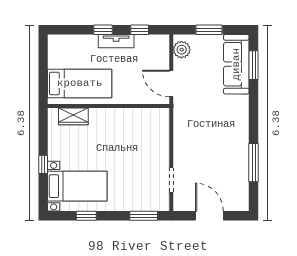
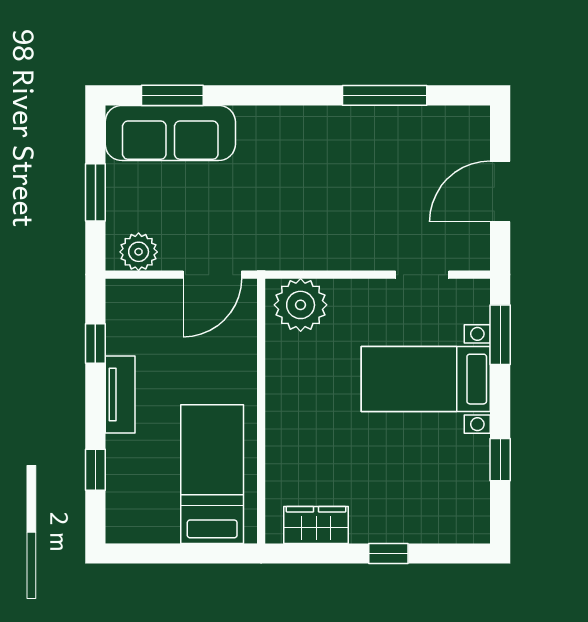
window: (103, 30) -> (95, 470), moved
wardrobe: (73, 116) -> (316, 525), moved, turned -90
plant: (157, 124) -> (301, 305), added
bed with nightstands: (77, 186) -> (426, 379), moved, turned -90

